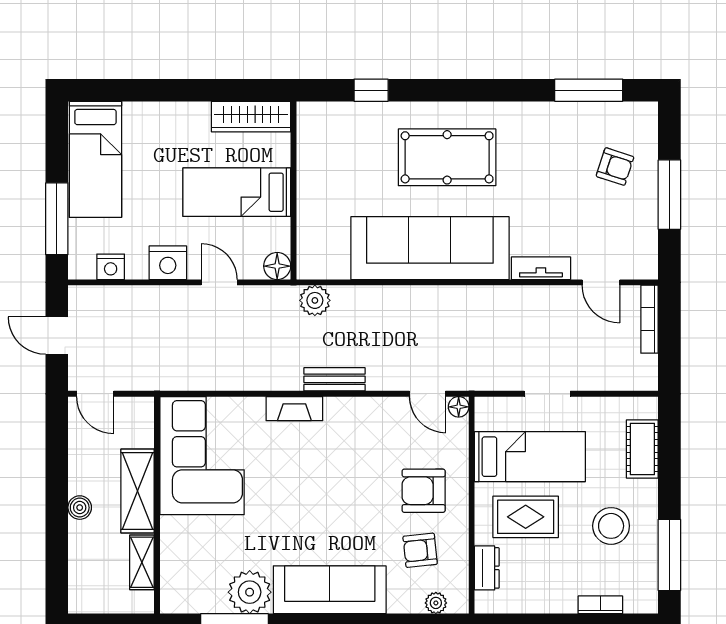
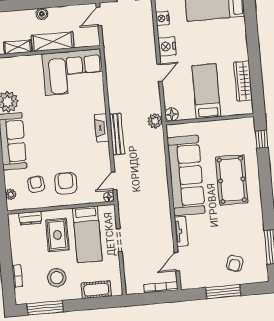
wall: (293, 190) -> (210, 119), moved
bed: (237, 192) -> (206, 91), moved
floor lamp: (277, 266) -> (172, 114), moved
bench: (334, 379) -> (117, 134), width x1.36
fireplace: (294, 409) -> (102, 128), moved

